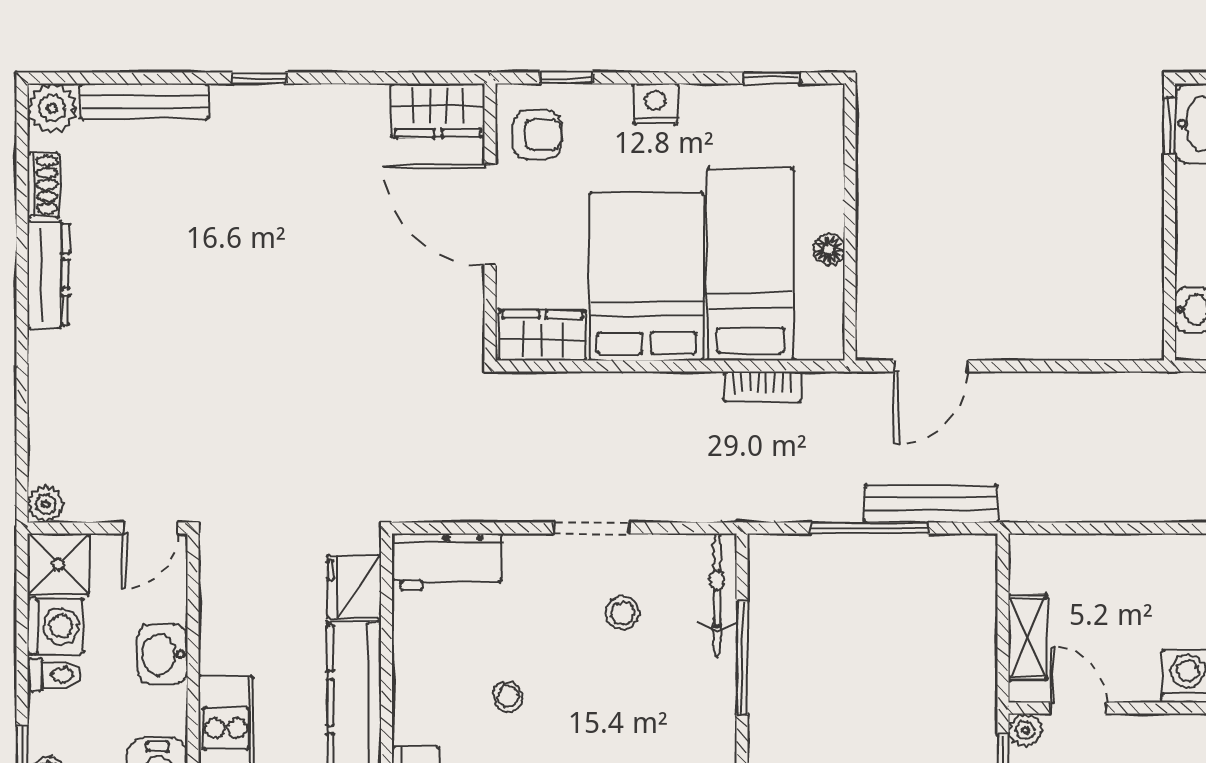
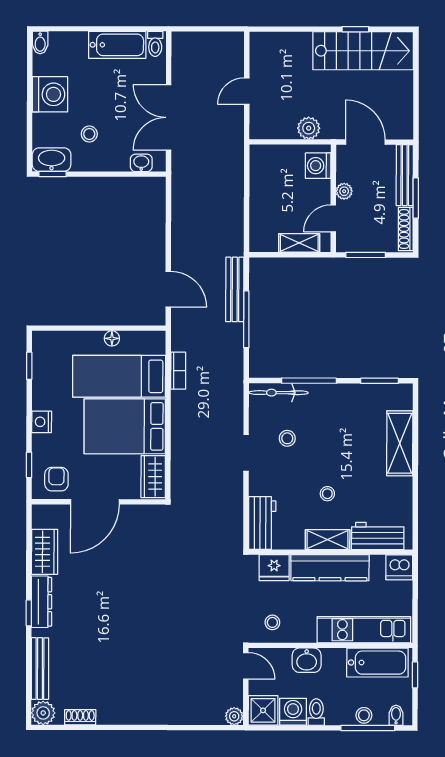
wardrobe: (438, 111) -> (45, 552), moved
dresser: (48, 274) -> (42, 602), moved, turned 90
stool: (241, 583) -> (272, 622), added
shelving: (413, 697) -> (328, 540), added
plant: (1025, 730) -> (344, 191), moved

